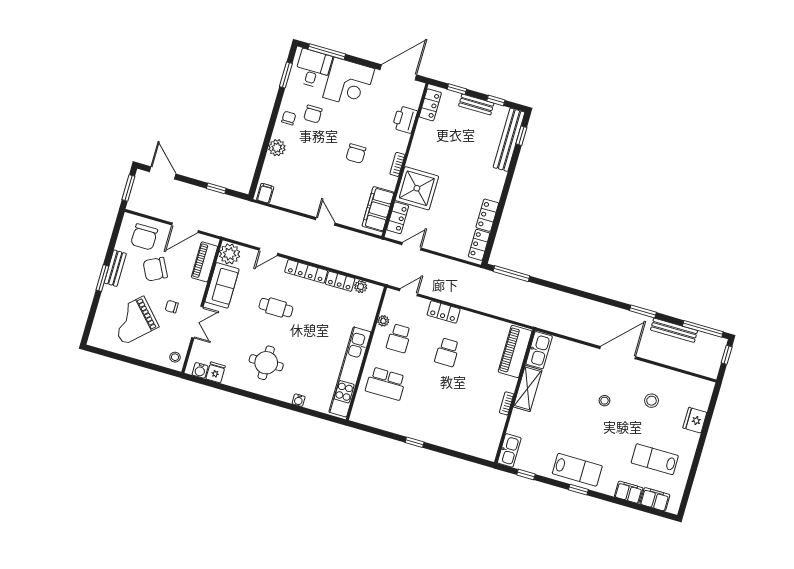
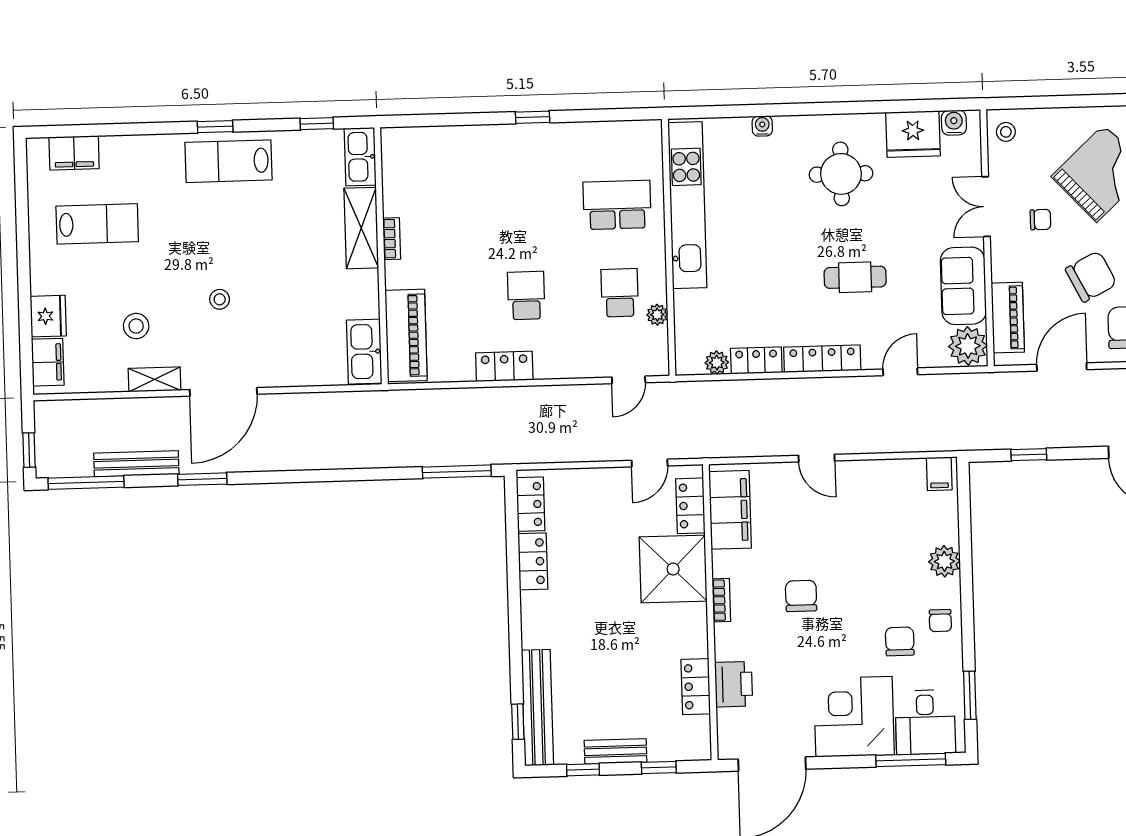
locker: (430, 105) -> (696, 687), moved
locker: (444, 312) -> (504, 366), moved
shelving: (651, 370) -> (155, 379), added
fridge: (216, 372) -> (913, 134), width x1.88, depth x1.34
shelving: (528, 388) -> (361, 228), moved
filing cabinet: (629, 492) -> (48, 362), moved, turned -90

